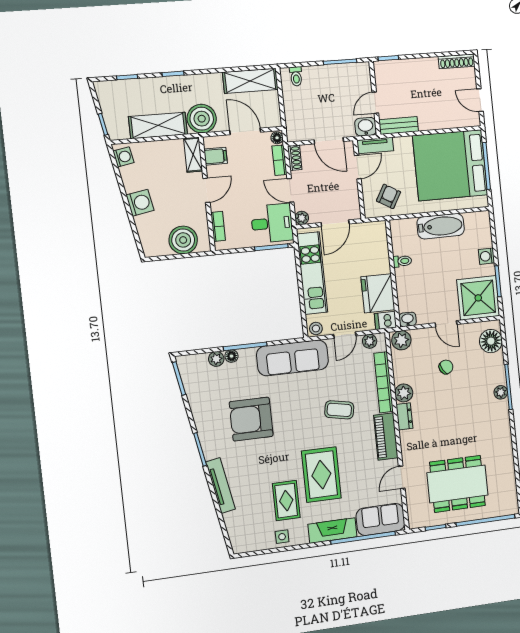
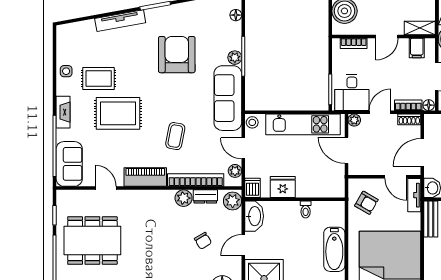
door: (206, 190) -> (387, 36), hinge flipped
fridge: (378, 293) -> (283, 187), width x0.73, depth x0.75
washbasin: (408, 319) -> (254, 216), width x1.91, depth x1.45
floor lamp: (232, 356) -> (236, 15), moved
plant: (216, 359) -> (235, 58), moved
dresser: (404, 416) -> (205, 196), moved
dining table: (458, 484) -> (92, 241), turned 90
fireplace: (332, 531) -> (63, 112), width x0.73, depth x0.76

